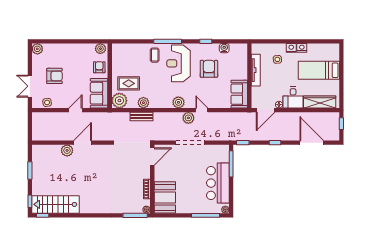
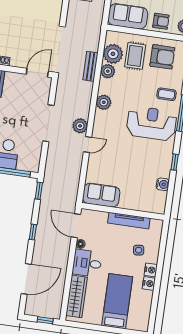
armchair: (209, 69) -> (162, 57), moved
plant: (119, 101) -> (113, 54), moved
plant: (178, 102) -> (104, 102), moved
door: (152, 157) -> (37, 73), swing flipped

